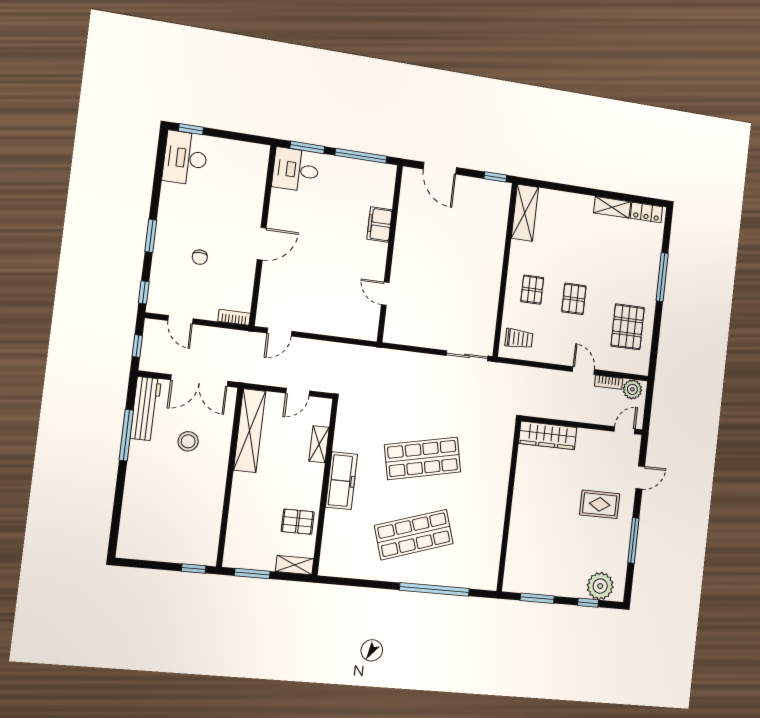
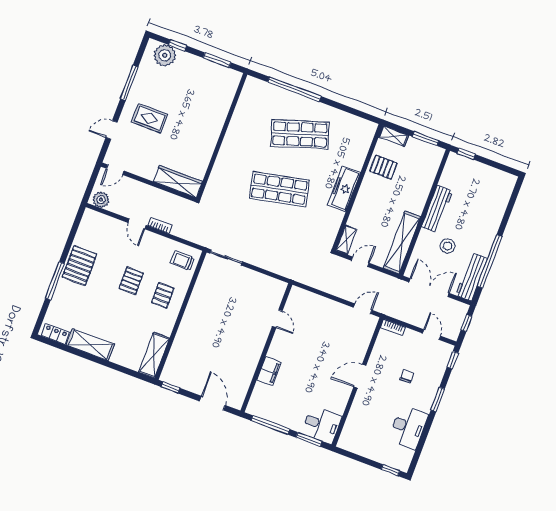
desk: (185, 158) -> (408, 427), moved
shelving: (612, 207) -> (90, 345), width x1.50, depth x1.33
pallet: (628, 327) -> (80, 266), moved
bookcase: (609, 382) -> (160, 225), moved
window: (126, 435) -> (490, 261), width x1.46
shelving: (319, 444) -> (346, 240), moved
workbench: (214, 486) -> (437, 209), added

